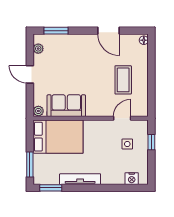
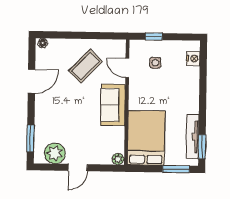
plant: (38, 49) -> (55, 153), width x1.87, depth x1.87
coffee table: (123, 80) -> (85, 66), turned -46
sofa: (66, 106) -> (113, 105), moved
tv unit: (80, 179) -> (193, 137), moved

